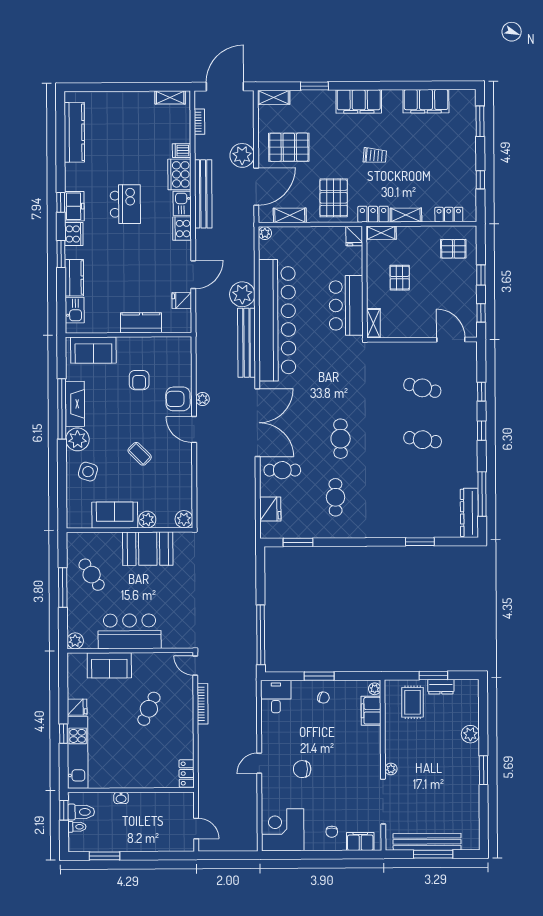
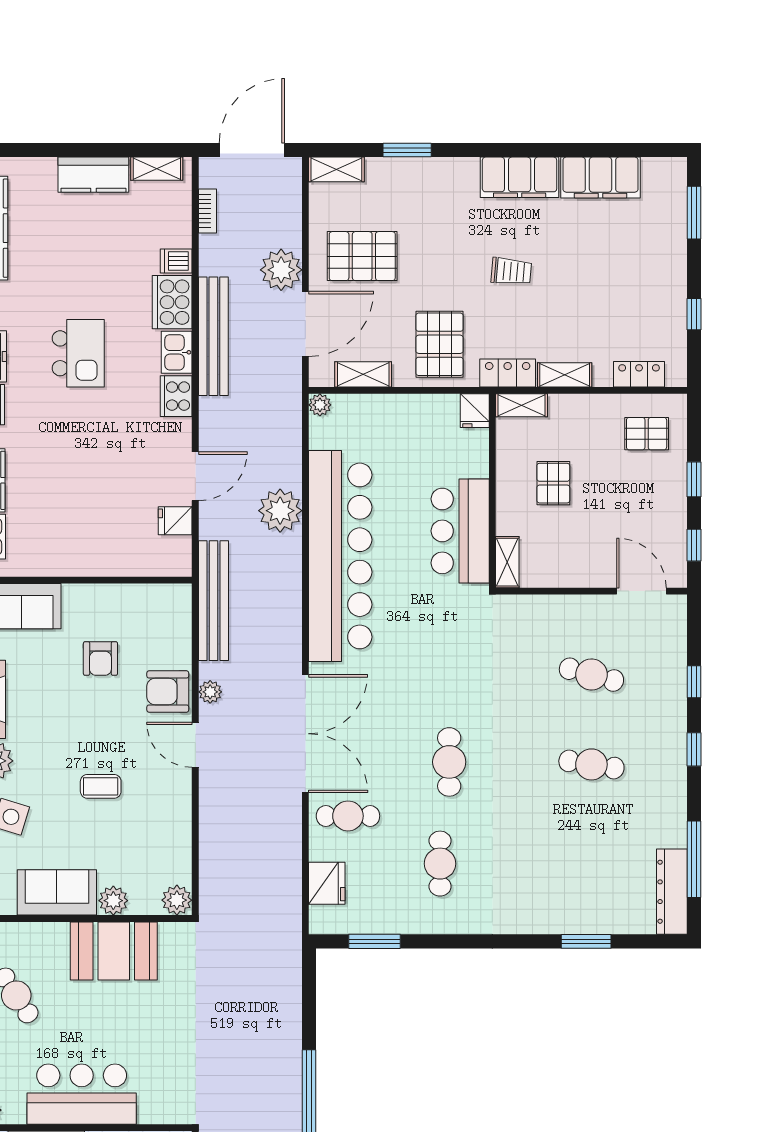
filing cabinet: (359, 101) -> (520, 177), moved
kitchen counter: (141, 323) -> (93, 175), moved, turned 180
bench: (247, 343) -> (214, 601), moved
coffee table: (140, 454) -> (101, 786), turned -45

